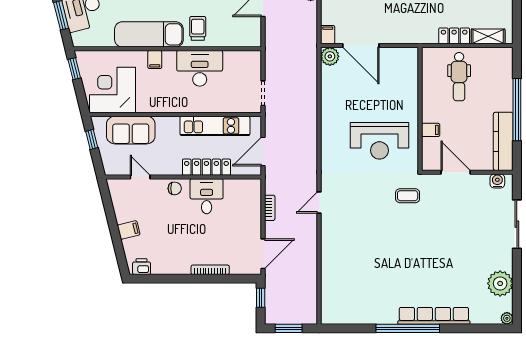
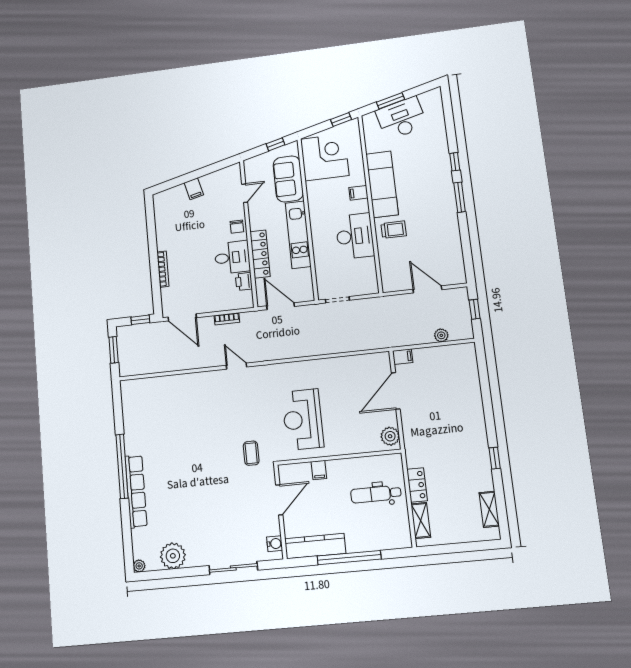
plant: (330, 56) -> (390, 436), moved
kitchen unit: (215, 126) -> (298, 235), moved
printer: (142, 267) -> (244, 281), moved, turned 180

